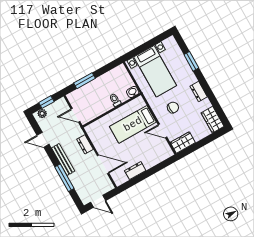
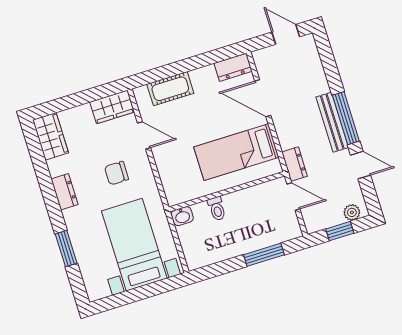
bed: (133, 124) -> (236, 152), moved, turned 180
dresser: (85, 144) -> (295, 164), moved
cot: (154, 159) -> (170, 89), added
dresser: (135, 171) -> (233, 67), moved
window: (64, 178) -> (346, 118), moved

